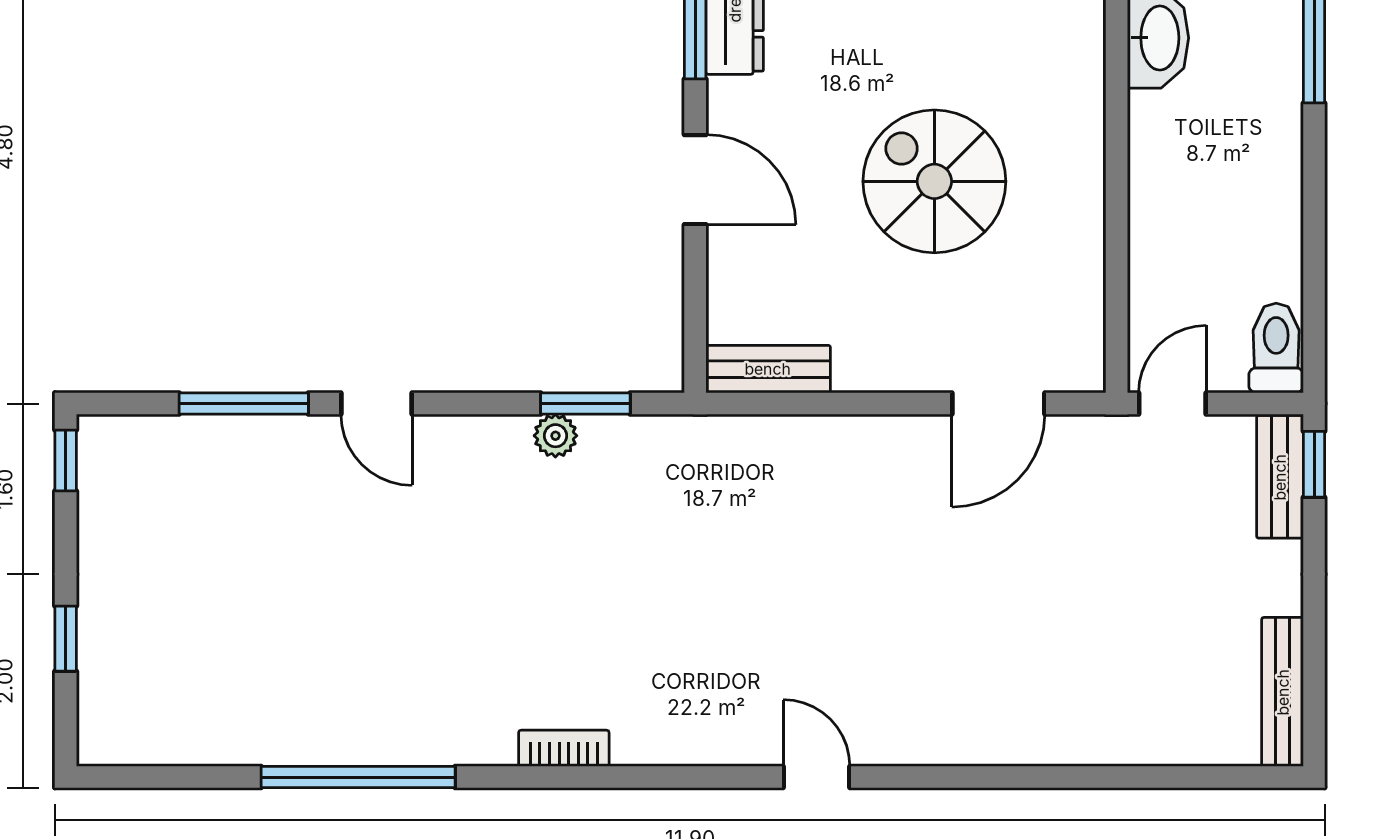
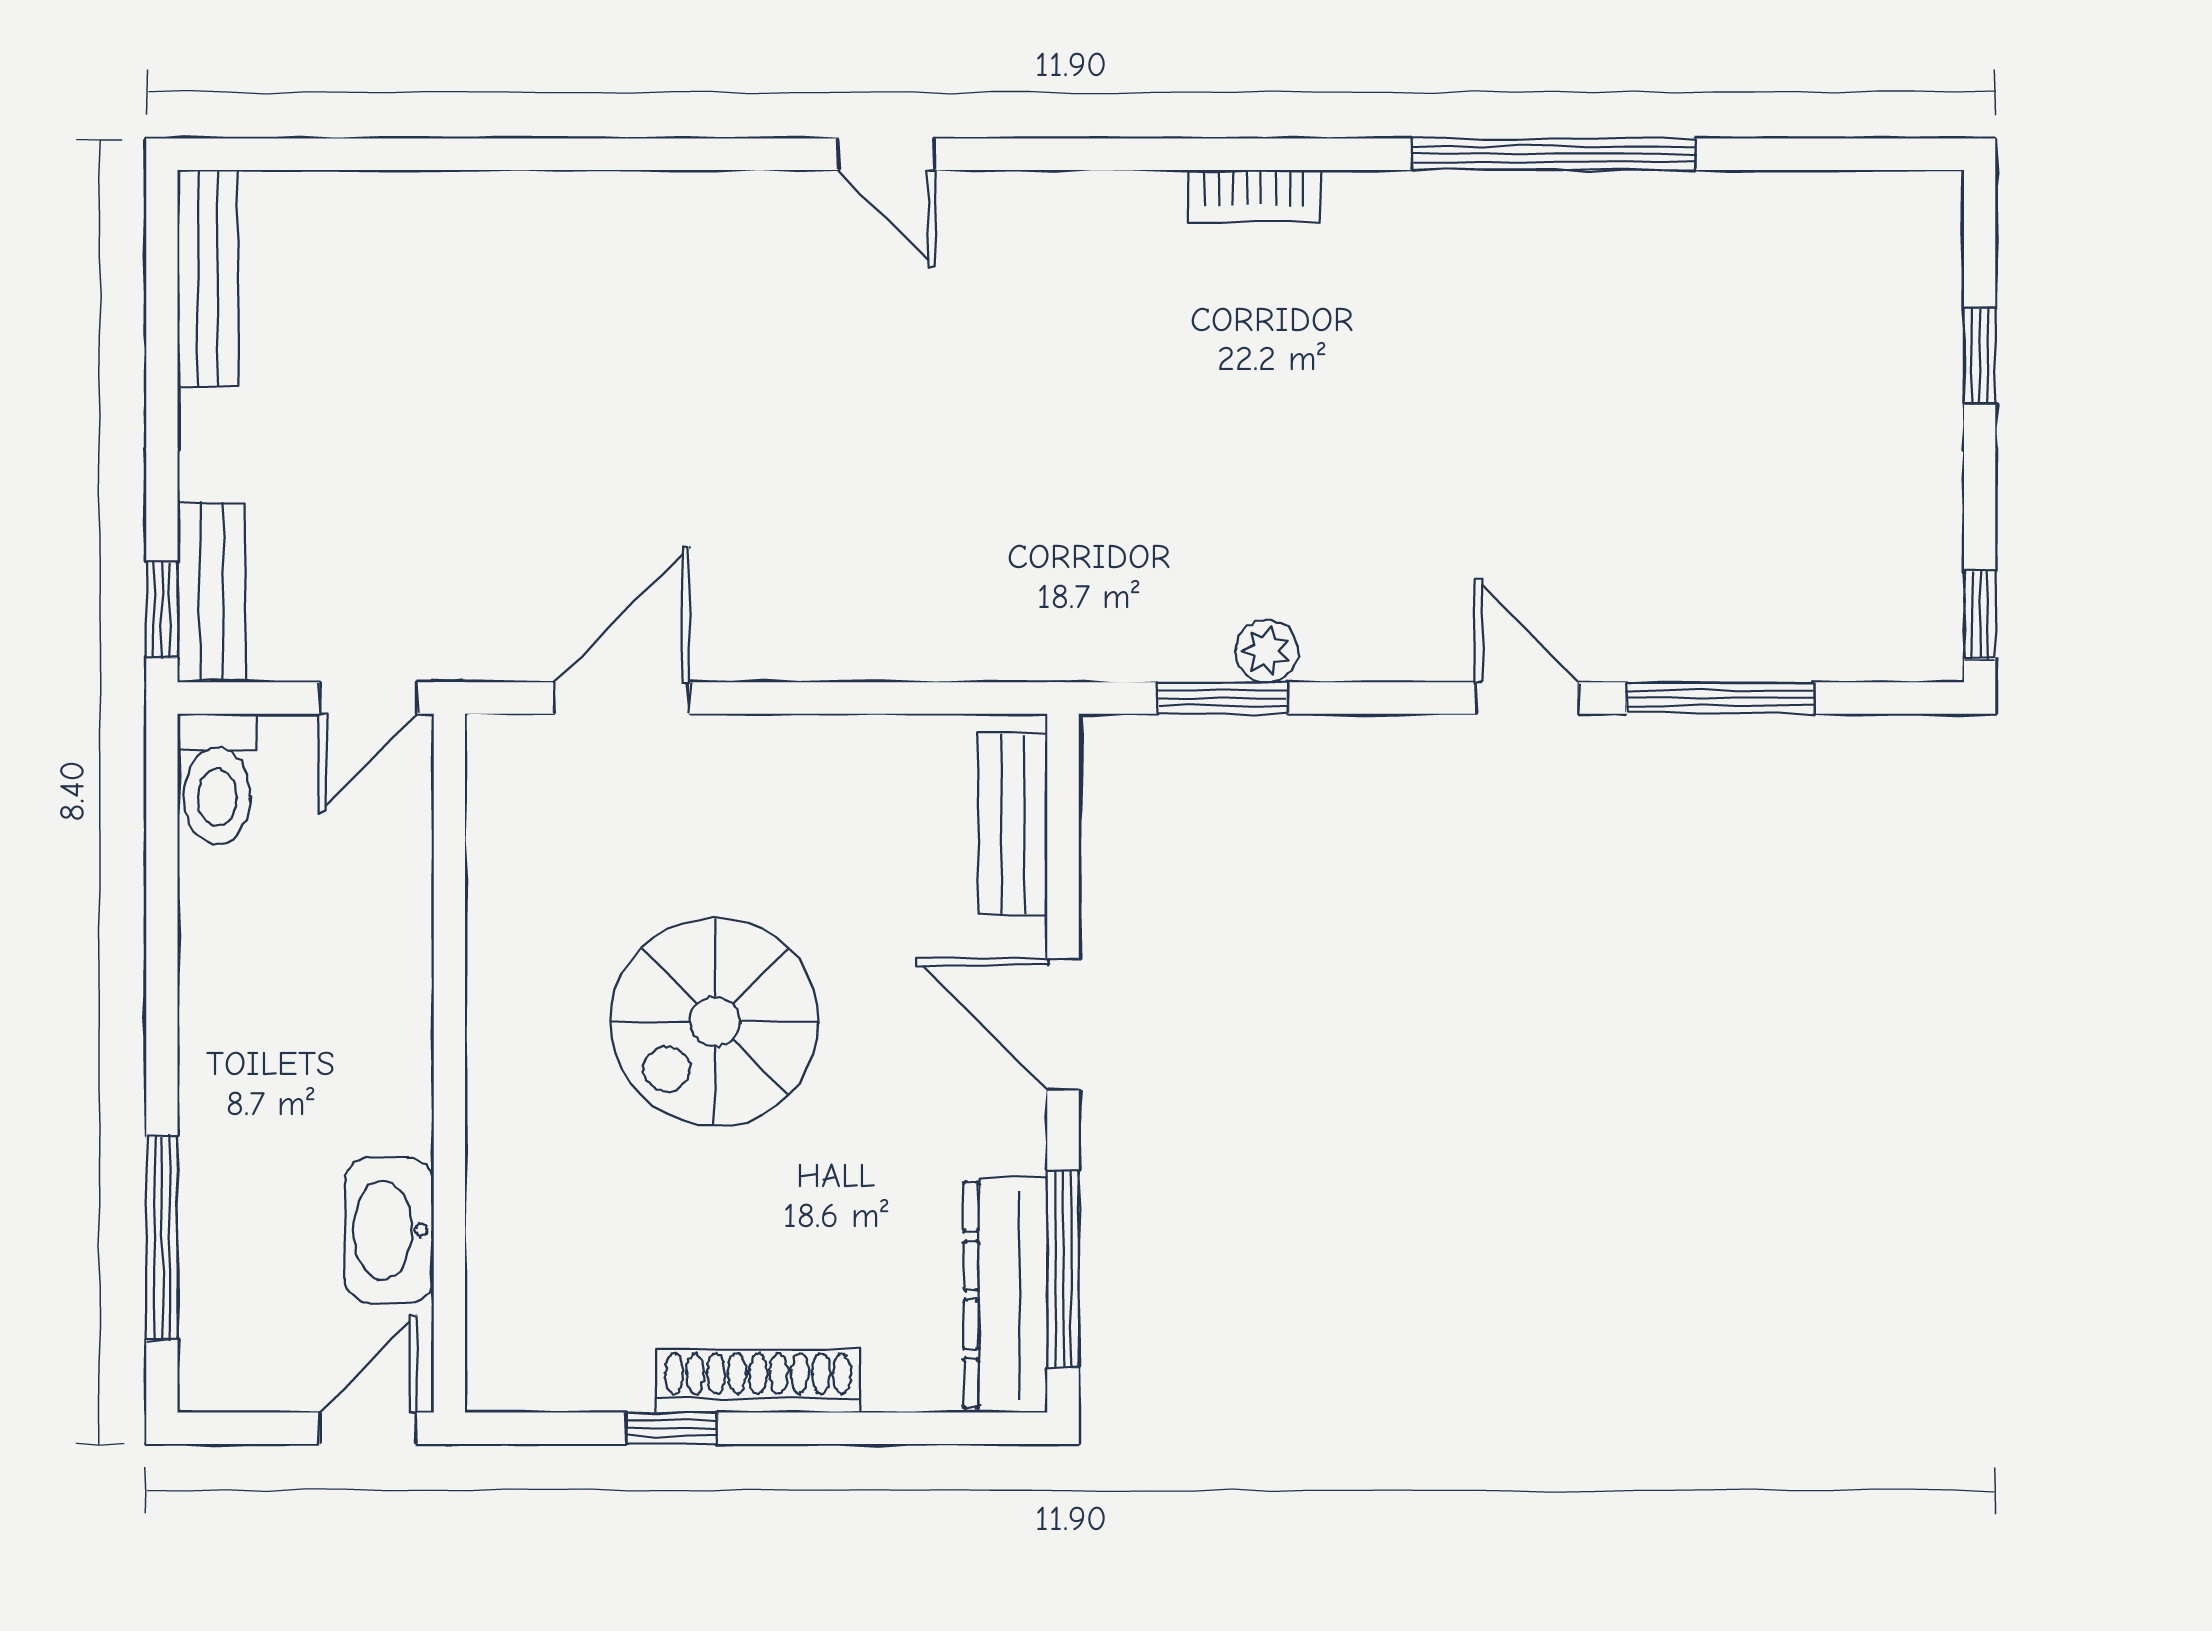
spiral stairs: (934, 181) -> (715, 1021), turned 90
bench: (768, 369) -> (1013, 824), moved, turned 90

